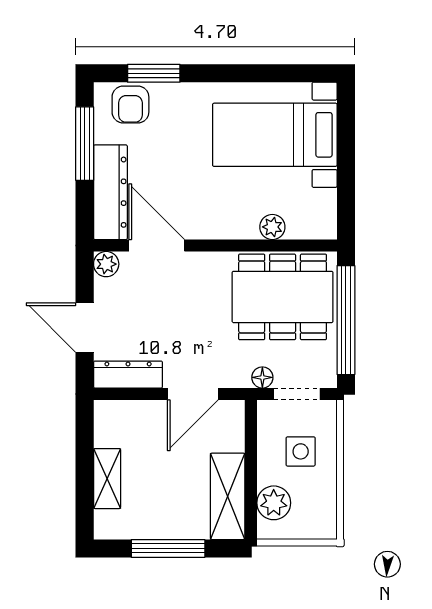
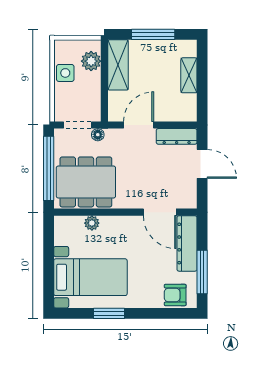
window: (154, 73) -> (109, 313), moved
armchair: (130, 104) -> (175, 295), turned -90
plant: (106, 264) -> (189, 201), removed
side table: (301, 451) -> (65, 73), moved

